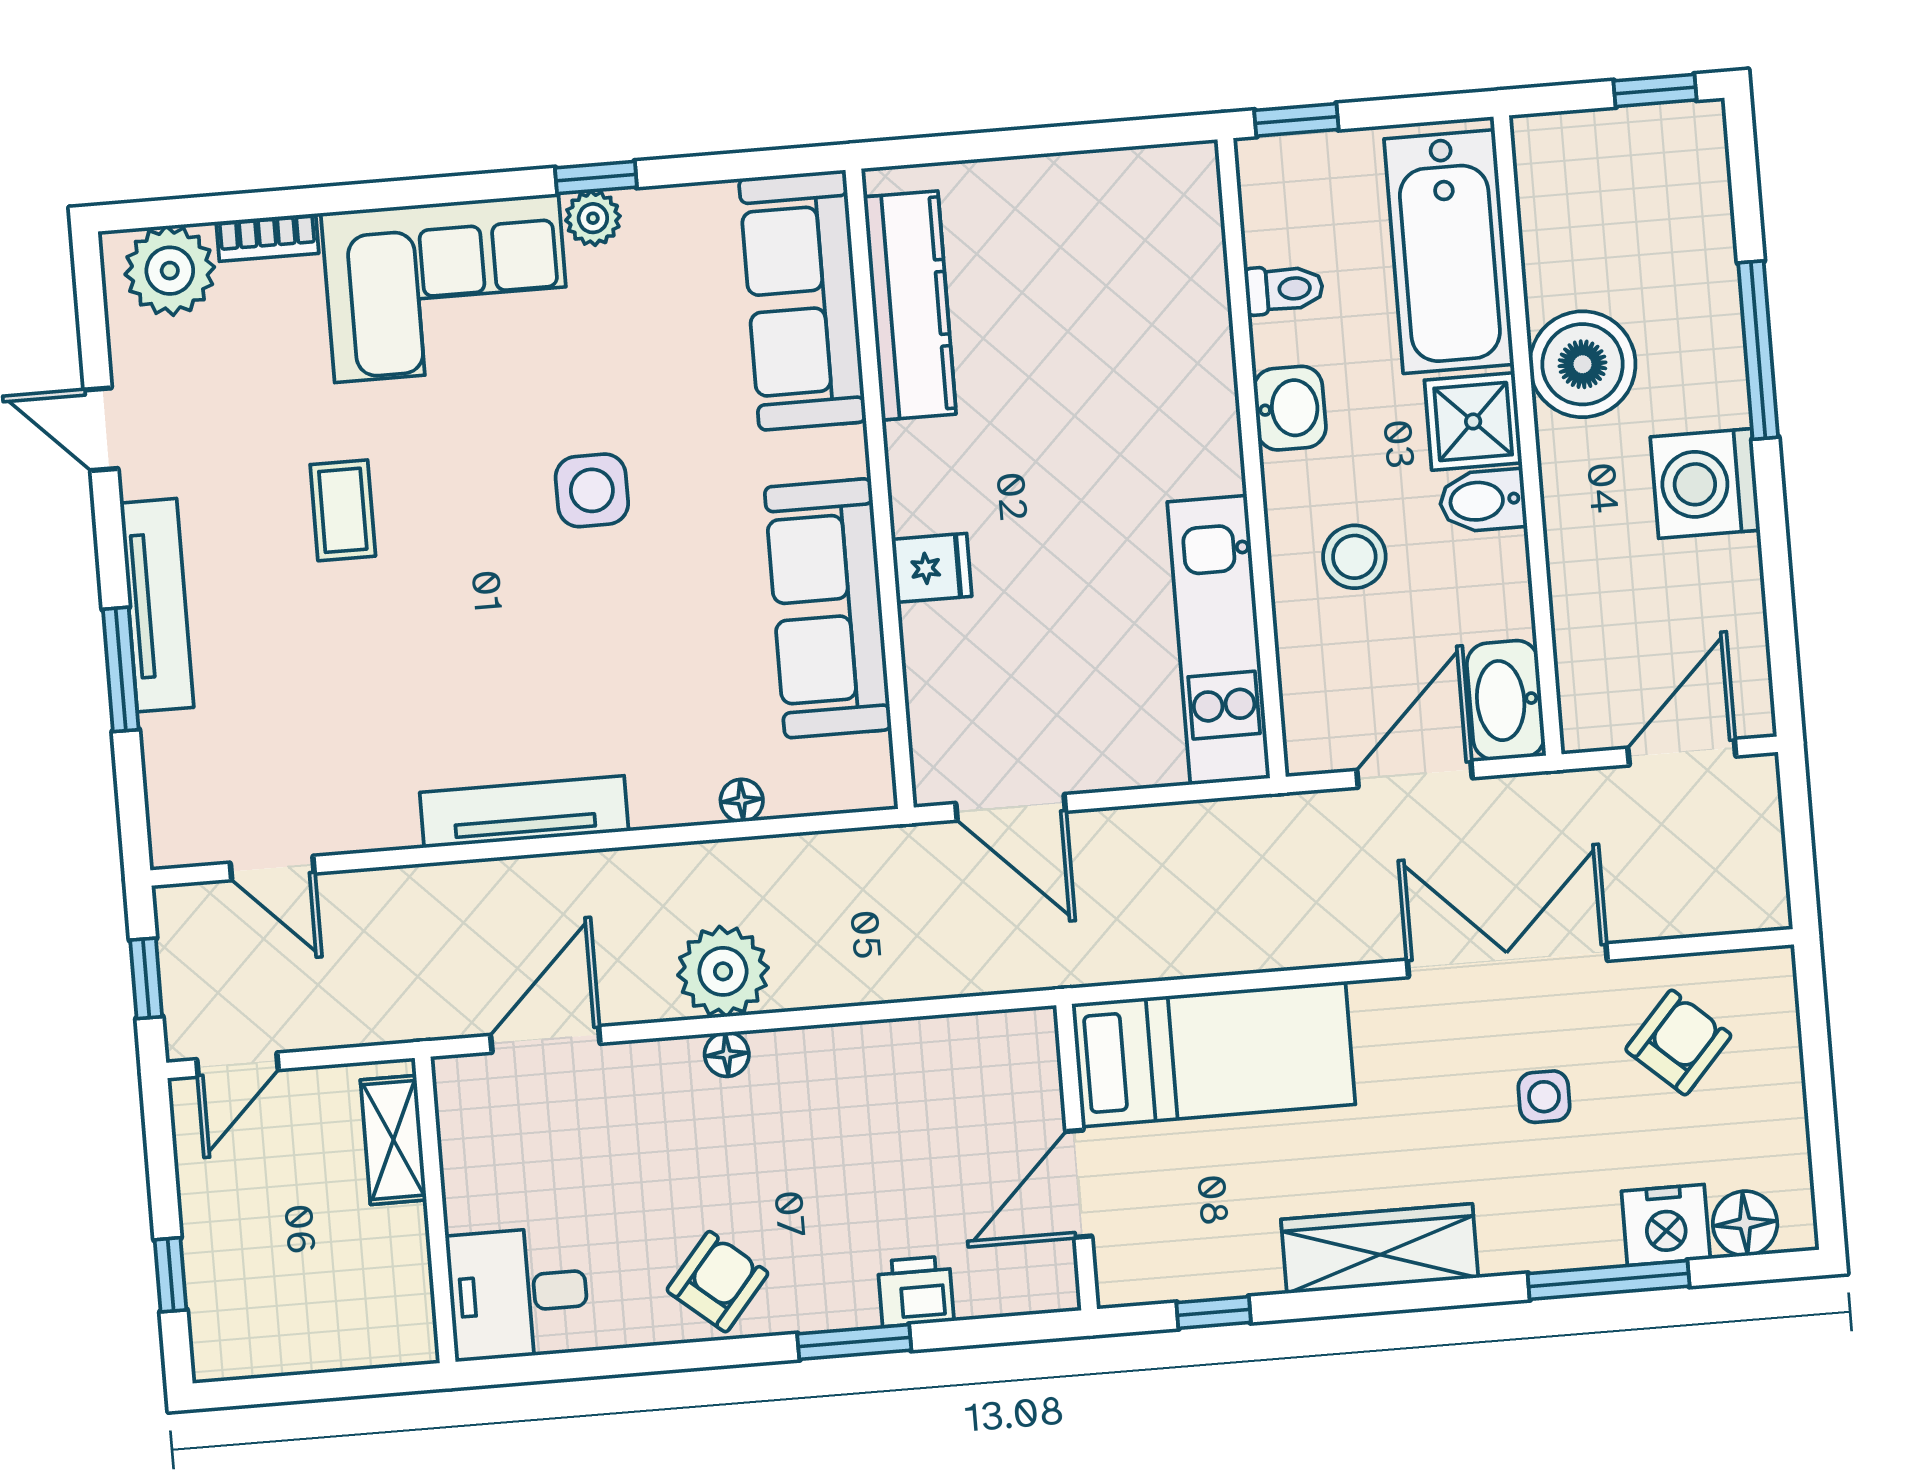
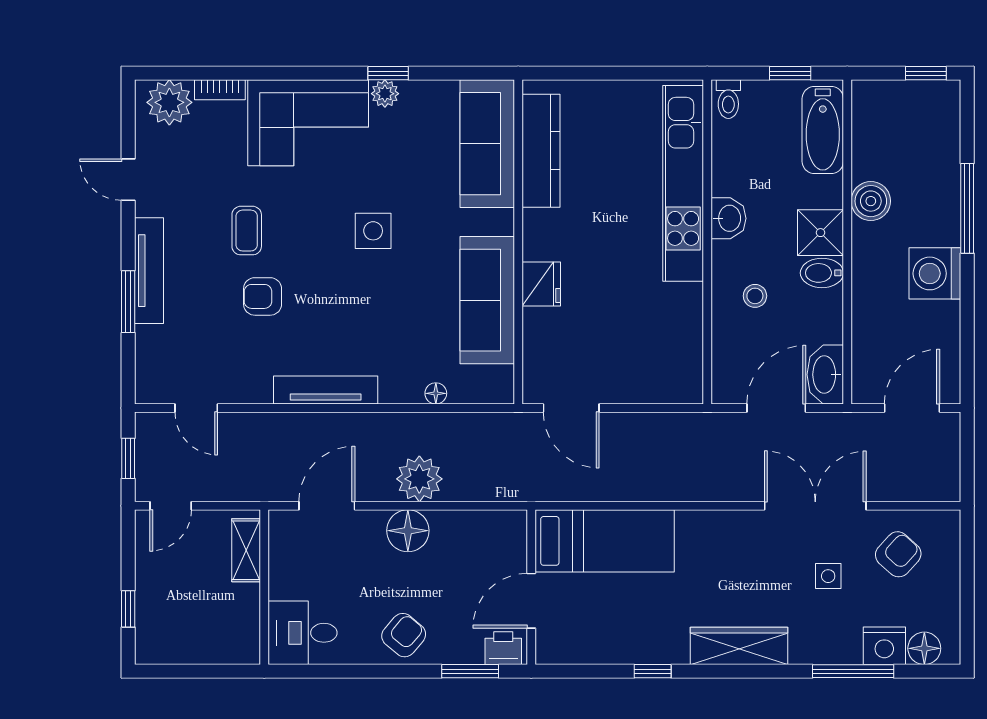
window: (1296, 120) -> (790, 73), moved
bathtub: (1449, 252) -> (823, 130), width x0.73, depth x0.73
toilet: (1284, 289) -> (728, 99), moved, turned 90
boiler: (1583, 364) -> (871, 201), width x0.73, depth x0.73
stool: (1354, 557) -> (755, 296), width x0.73, depth x0.73
fridge: (932, 568) -> (541, 284), width x1.38
armchair: (385, 638) -> (263, 296), added
kitchen unit: (1219, 640) -> (683, 183), moved, width x1.36
floor lamp: (727, 1054) -> (408, 531), width x1.89, depth x1.89
bed: (1214, 1054) -> (605, 541), moved
wall: (1077, 1157) -> (531, 587), moved
door: (1079, 1184) -> (531, 601), moved

